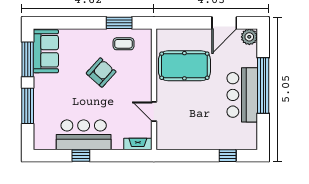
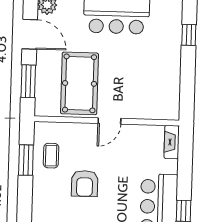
window: (185, 23) -> (28, 81), added
armchair: (101, 73) -> (85, 183), turned -132
door: (154, 111) -> (109, 121), moved

